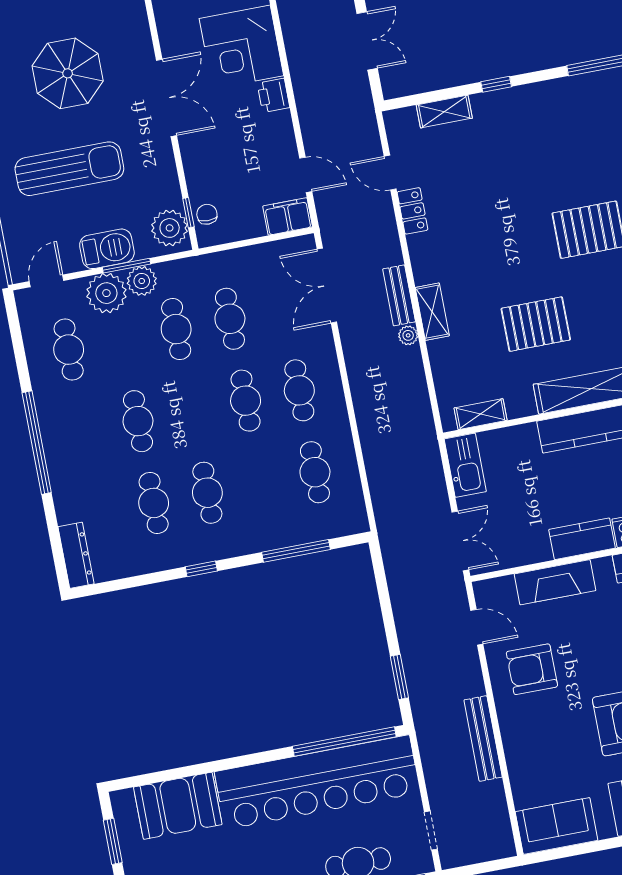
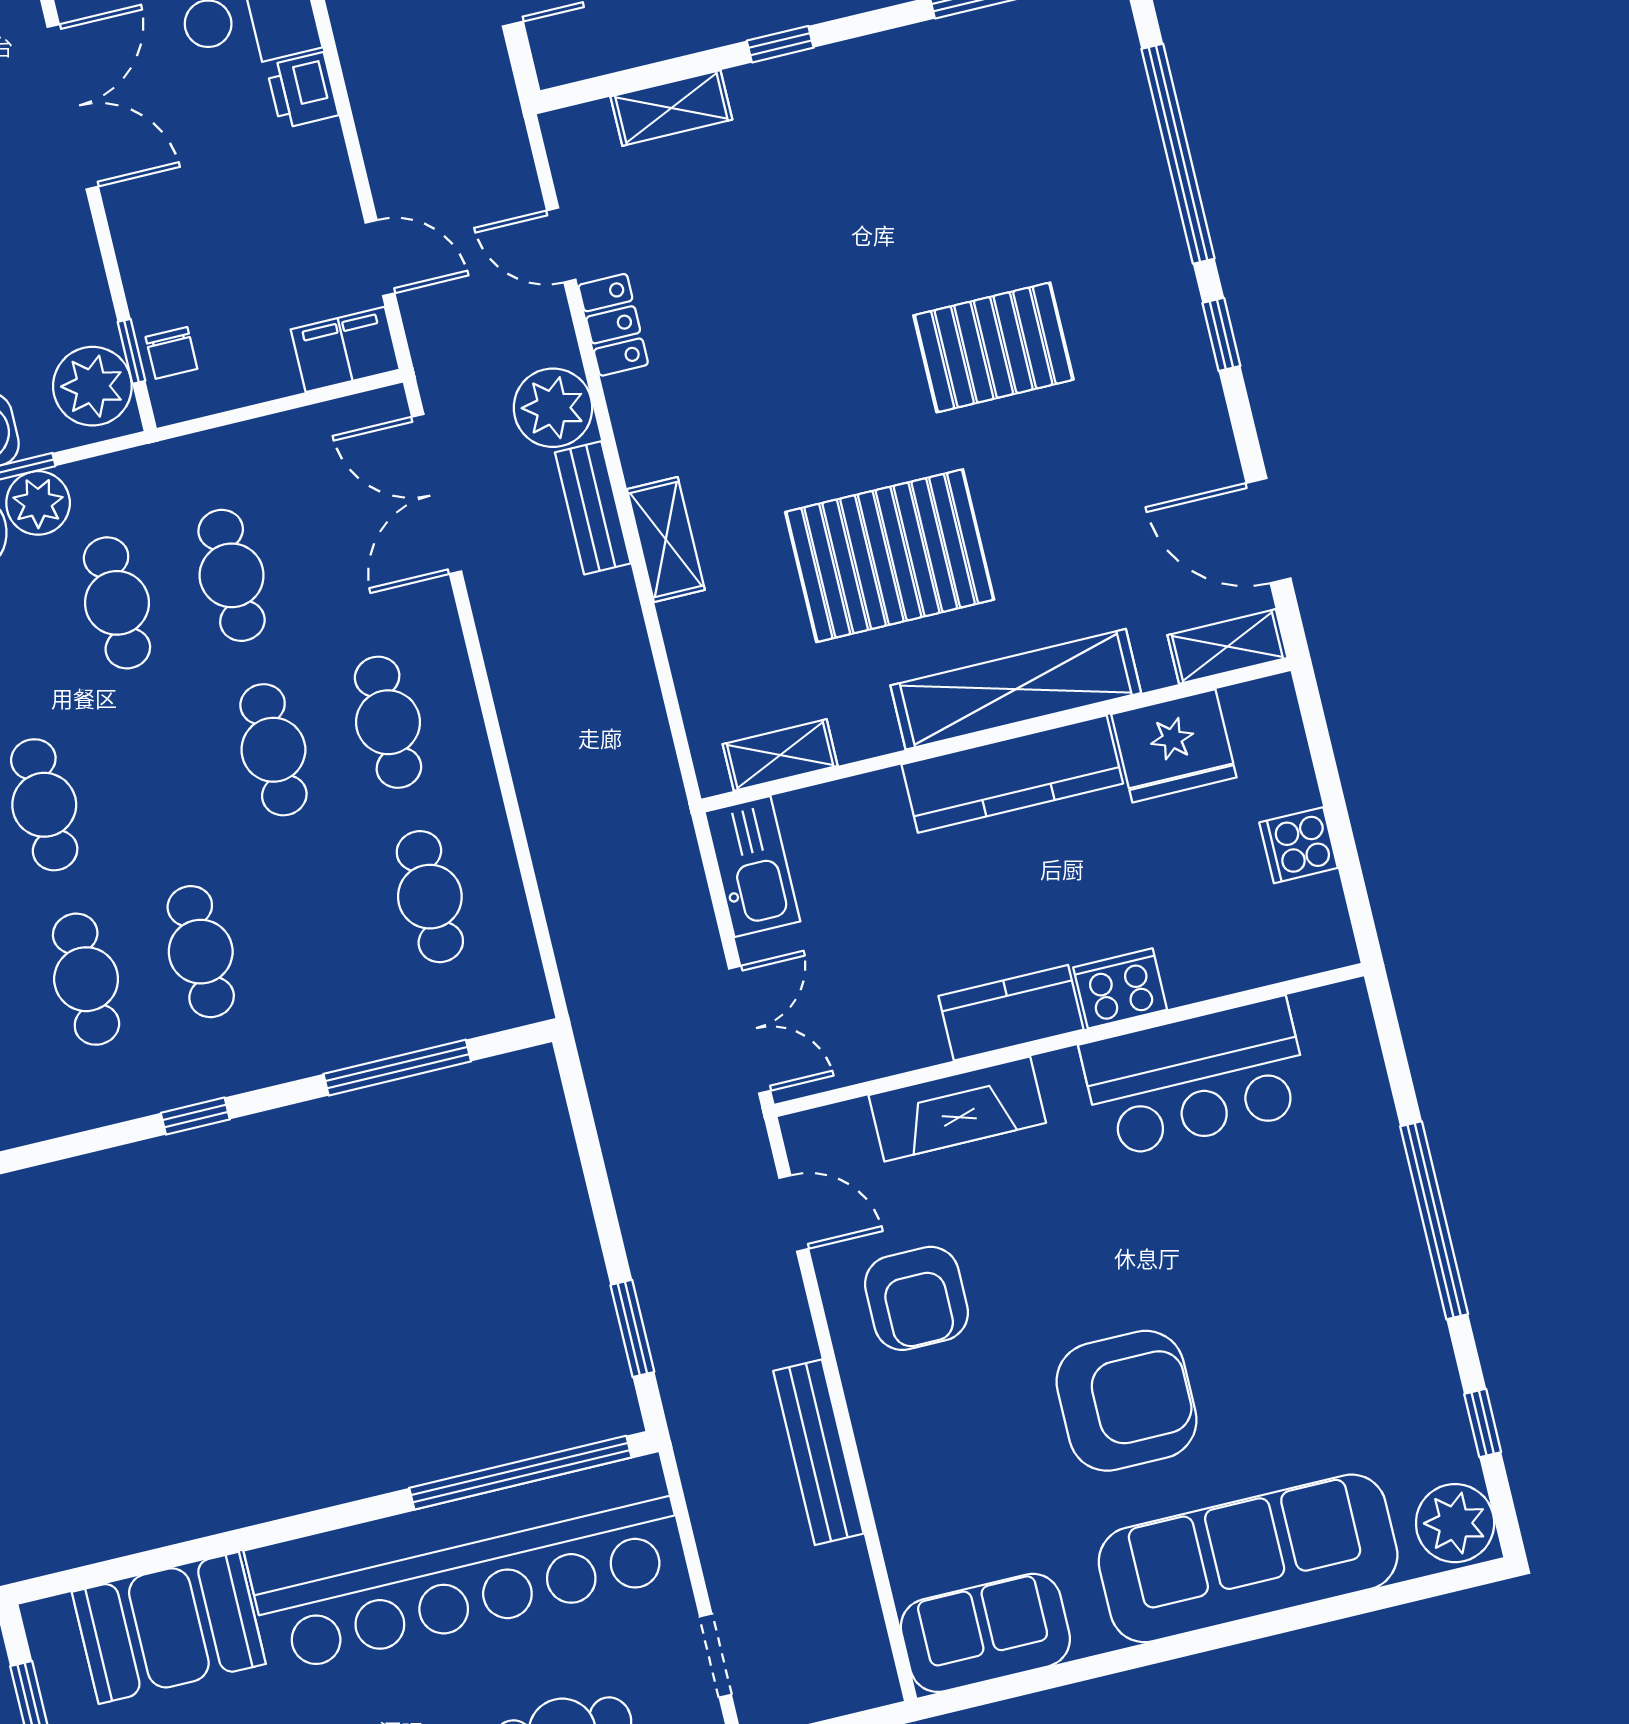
chair: (207, 214) -> (171, 353), turned 180
pallet: (536, 324) -> (890, 556), width x1.37, depth x1.41
plant: (408, 335) -> (553, 408), moved, width x1.88, depth x1.88
armchair: (532, 669) -> (916, 1298), turned -90

